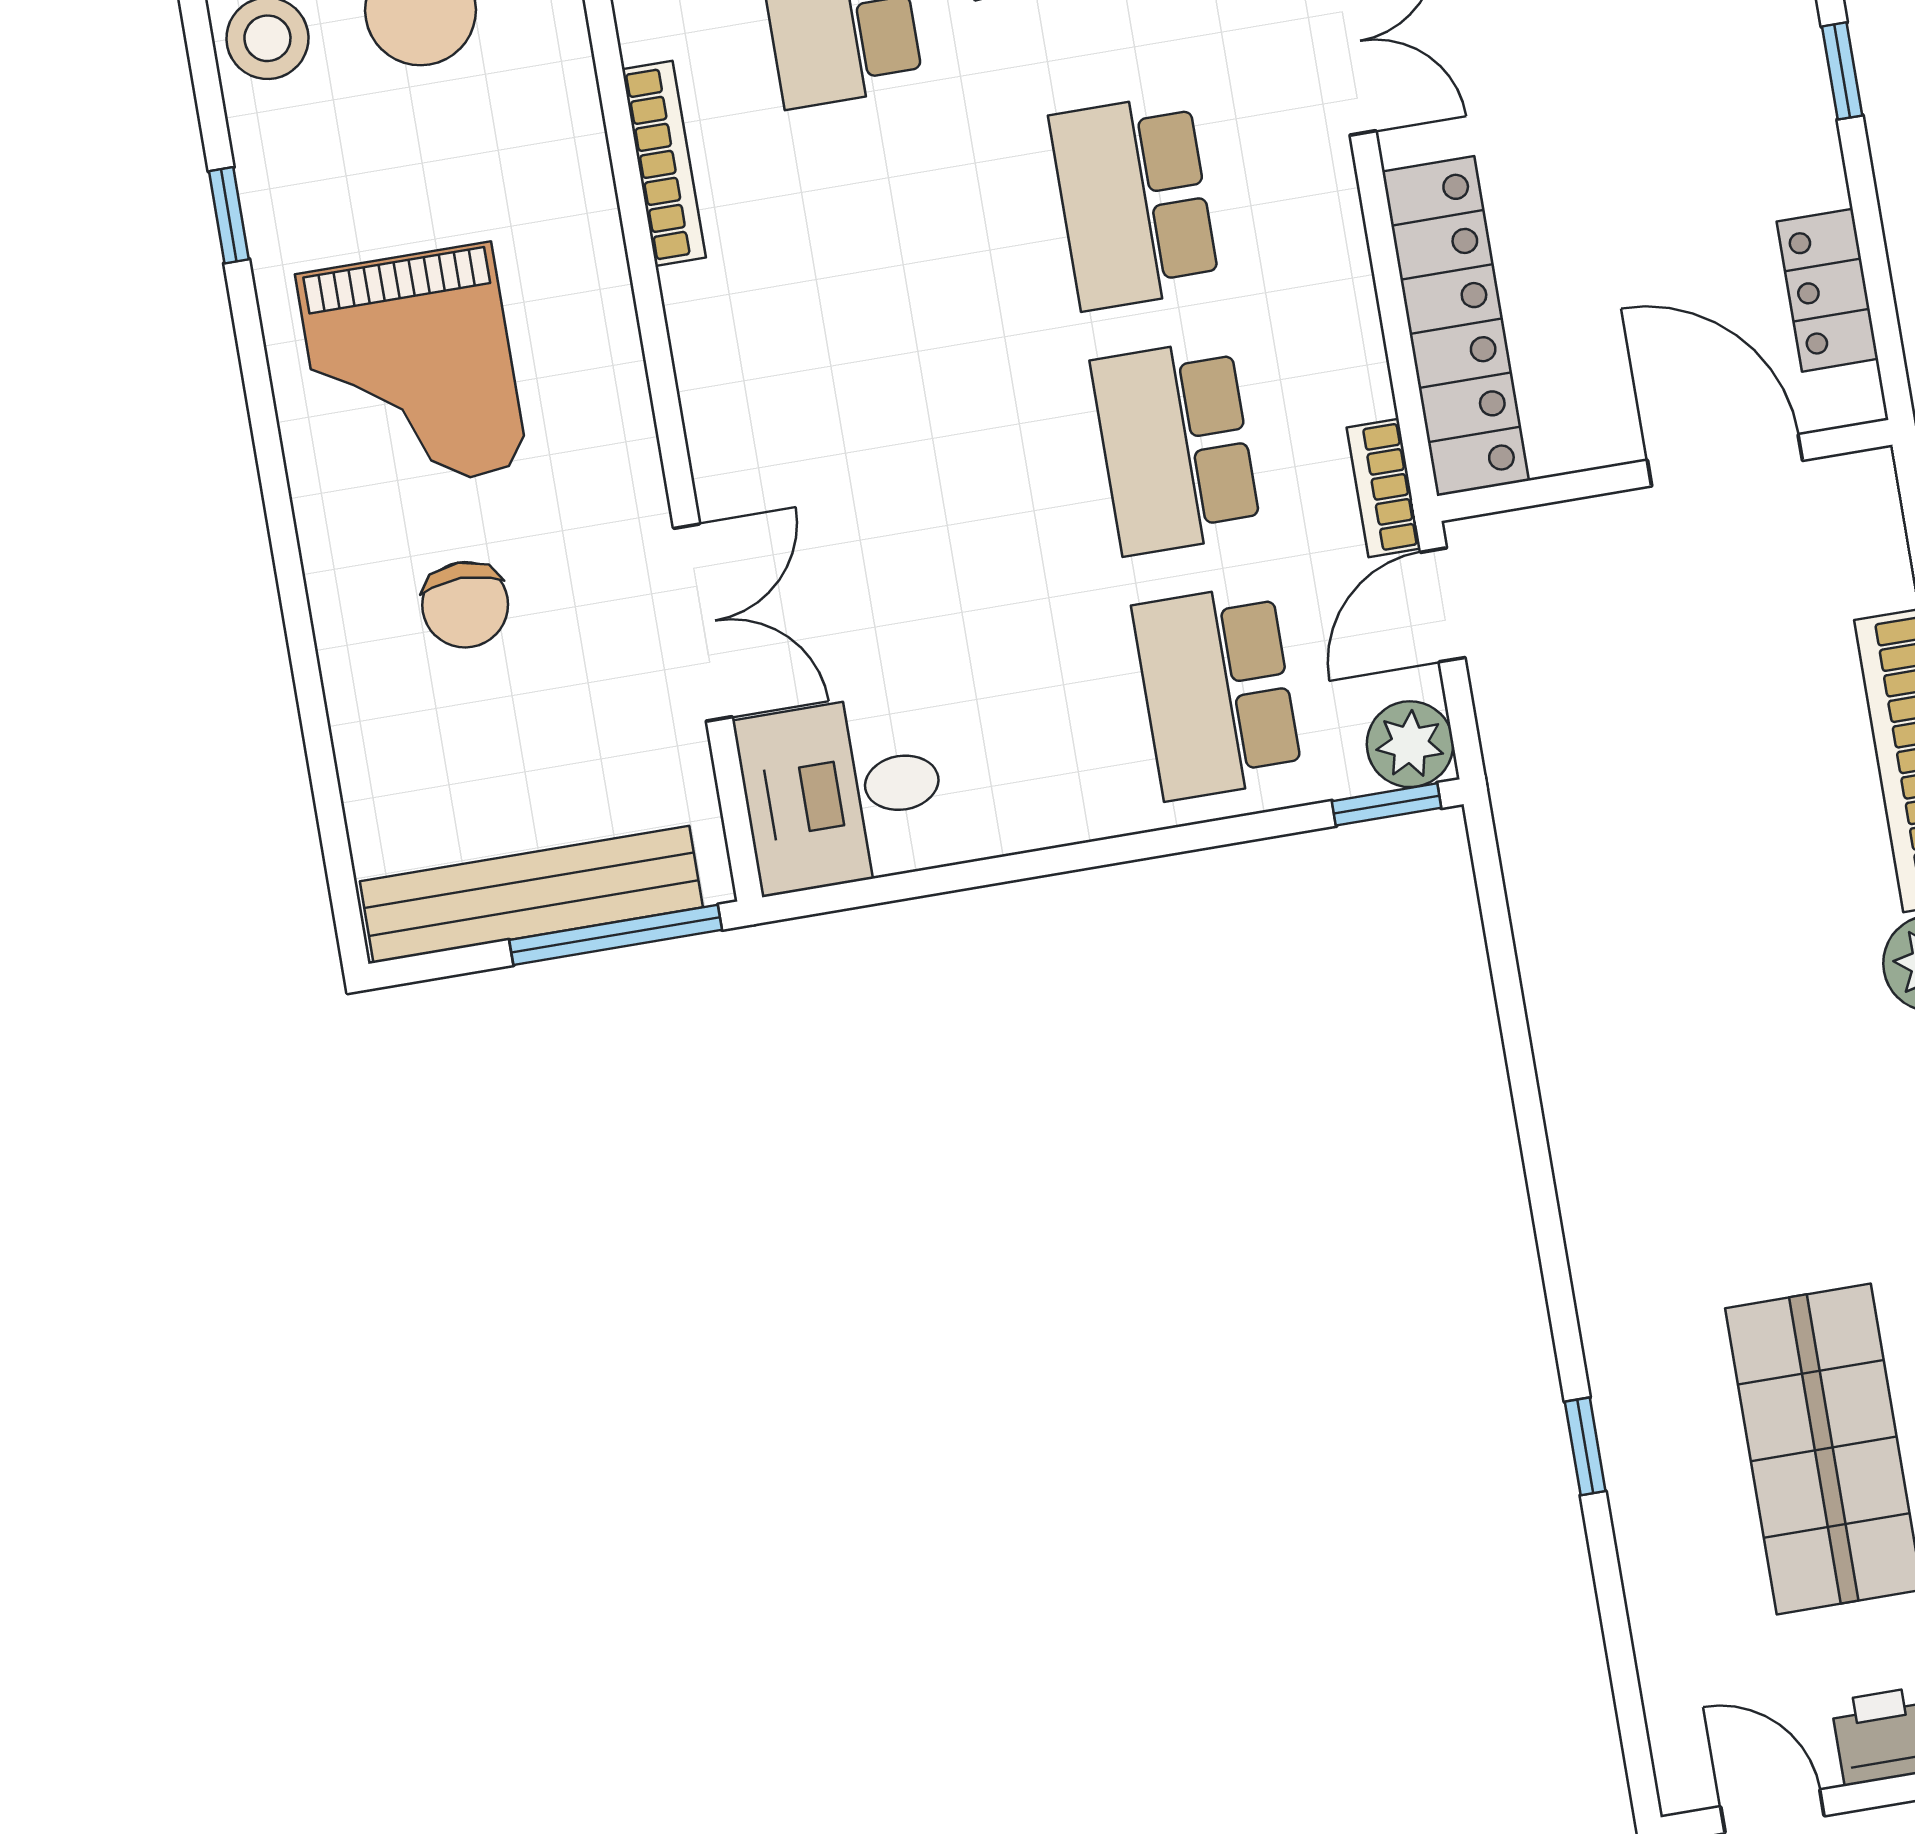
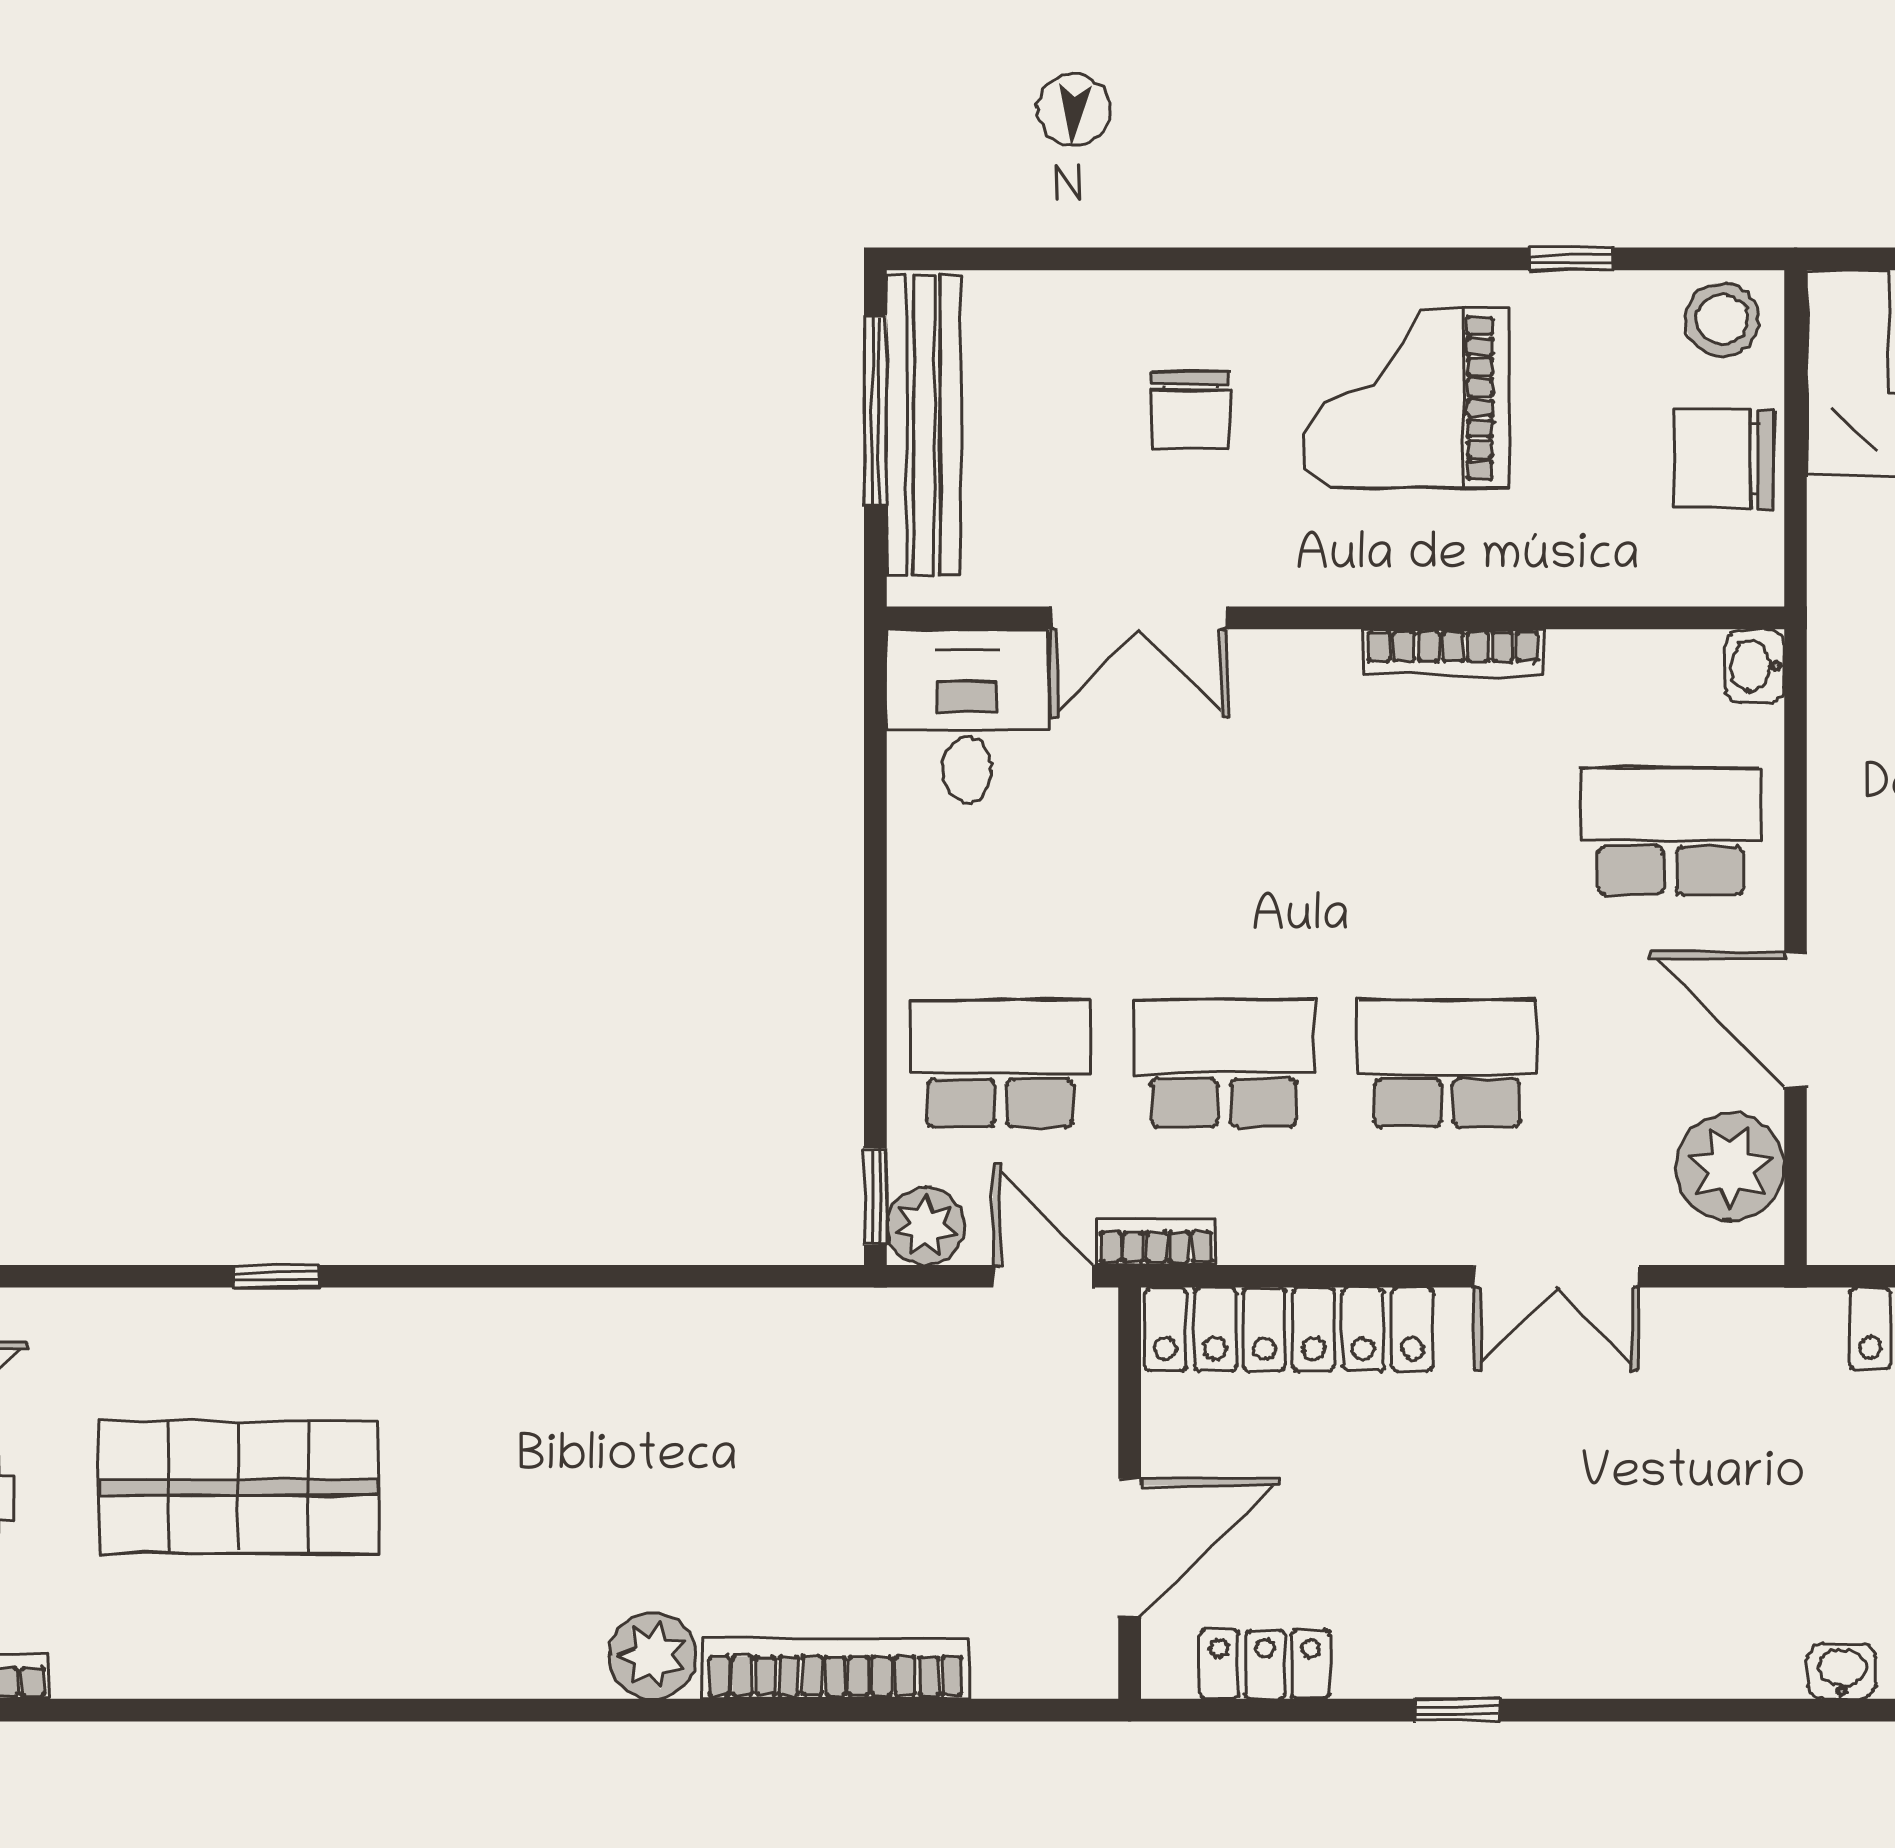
bookcase: (664, 163) -> (1453, 652), moved
chair: (465, 605) -> (1190, 410), turned -90
window: (616, 935) -> (875, 411), moved

